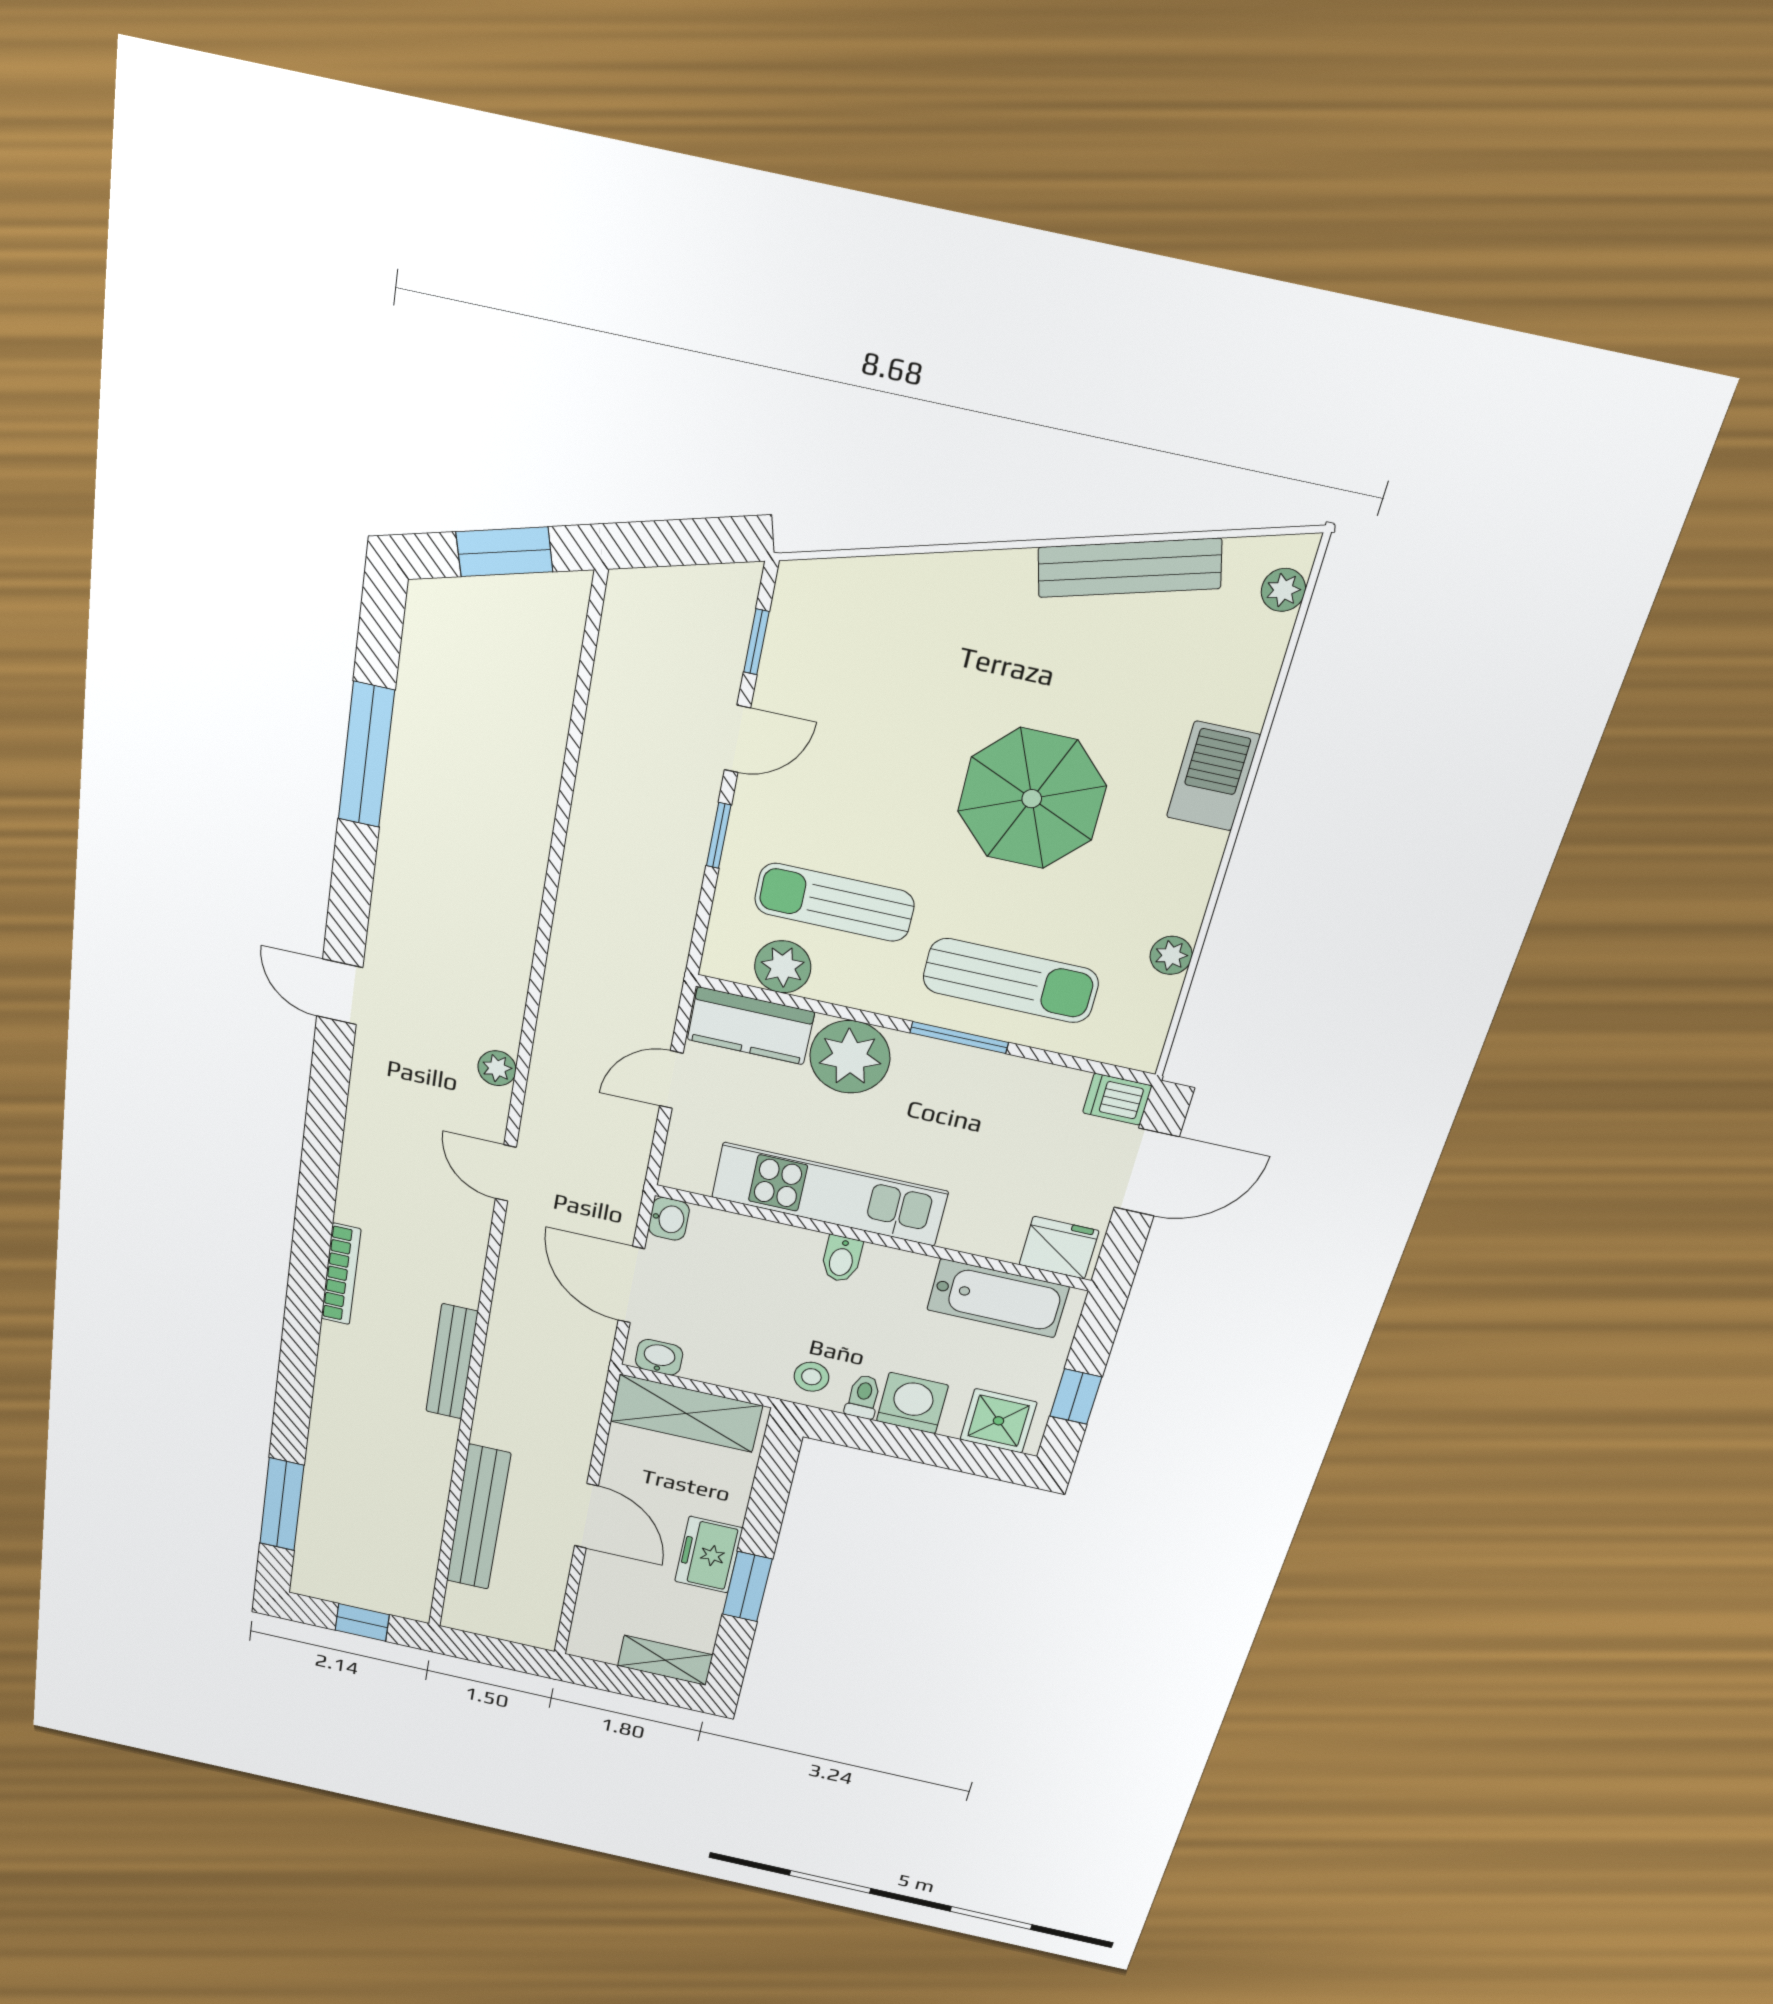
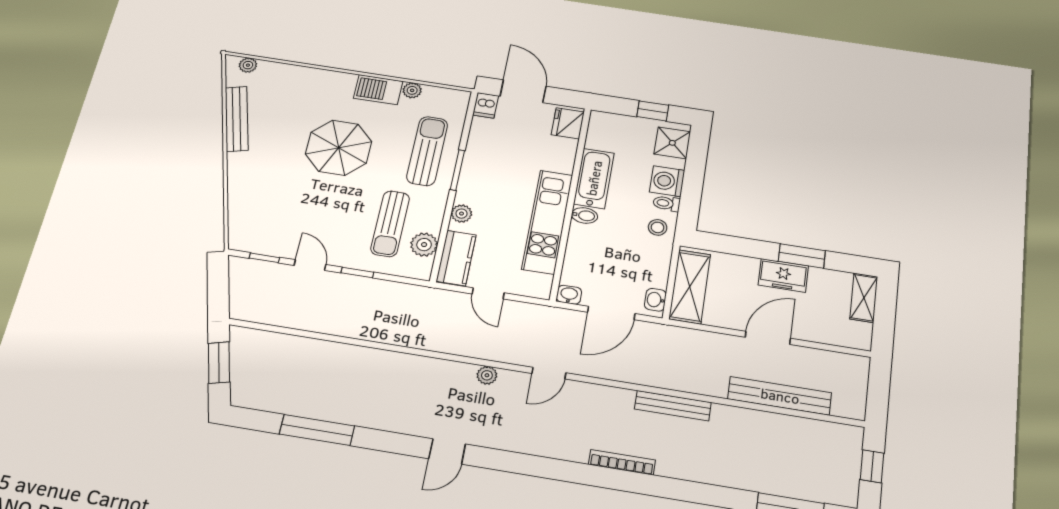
barbecue: (1213, 776) -> (378, 90), moved
plant: (850, 1057) -> (461, 214), width x0.53, depth x0.53
bathtub: (998, 1298) -> (594, 178), moved

